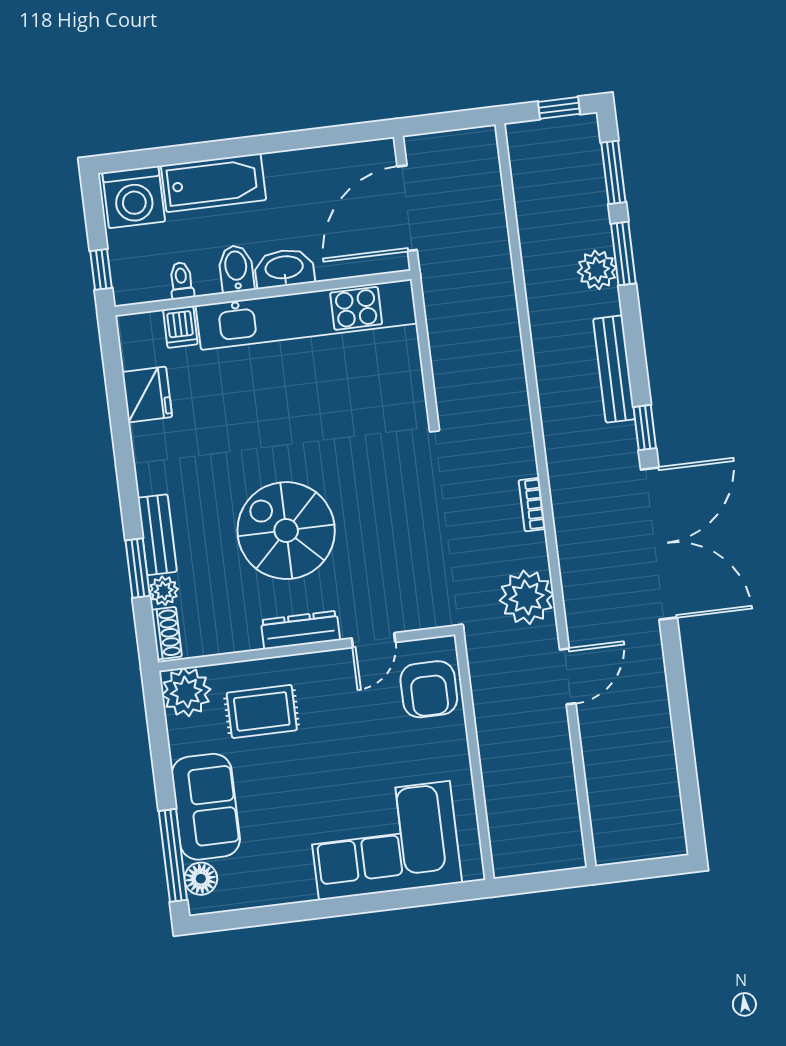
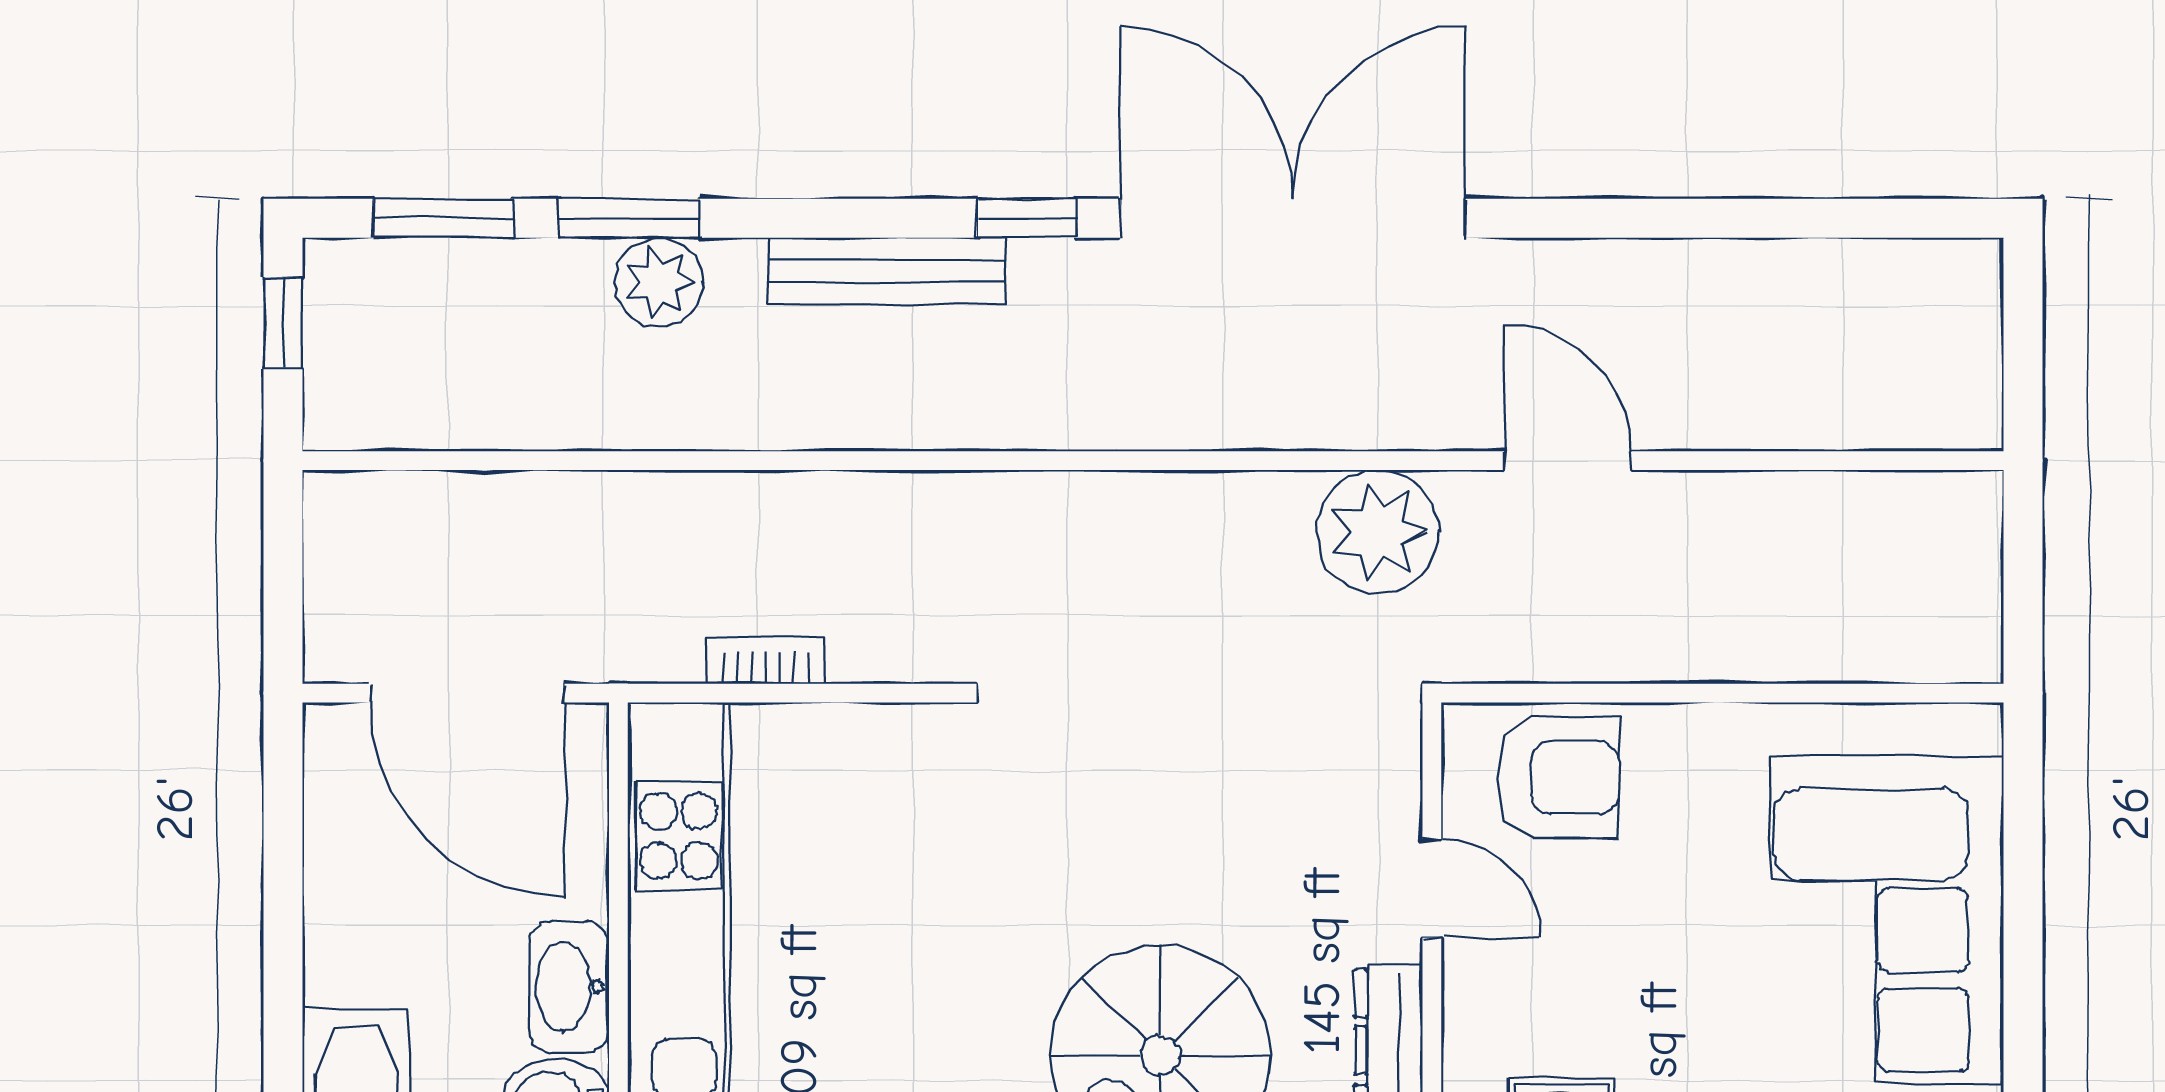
bookcase: (532, 505) -> (766, 660), moved, turned 180

